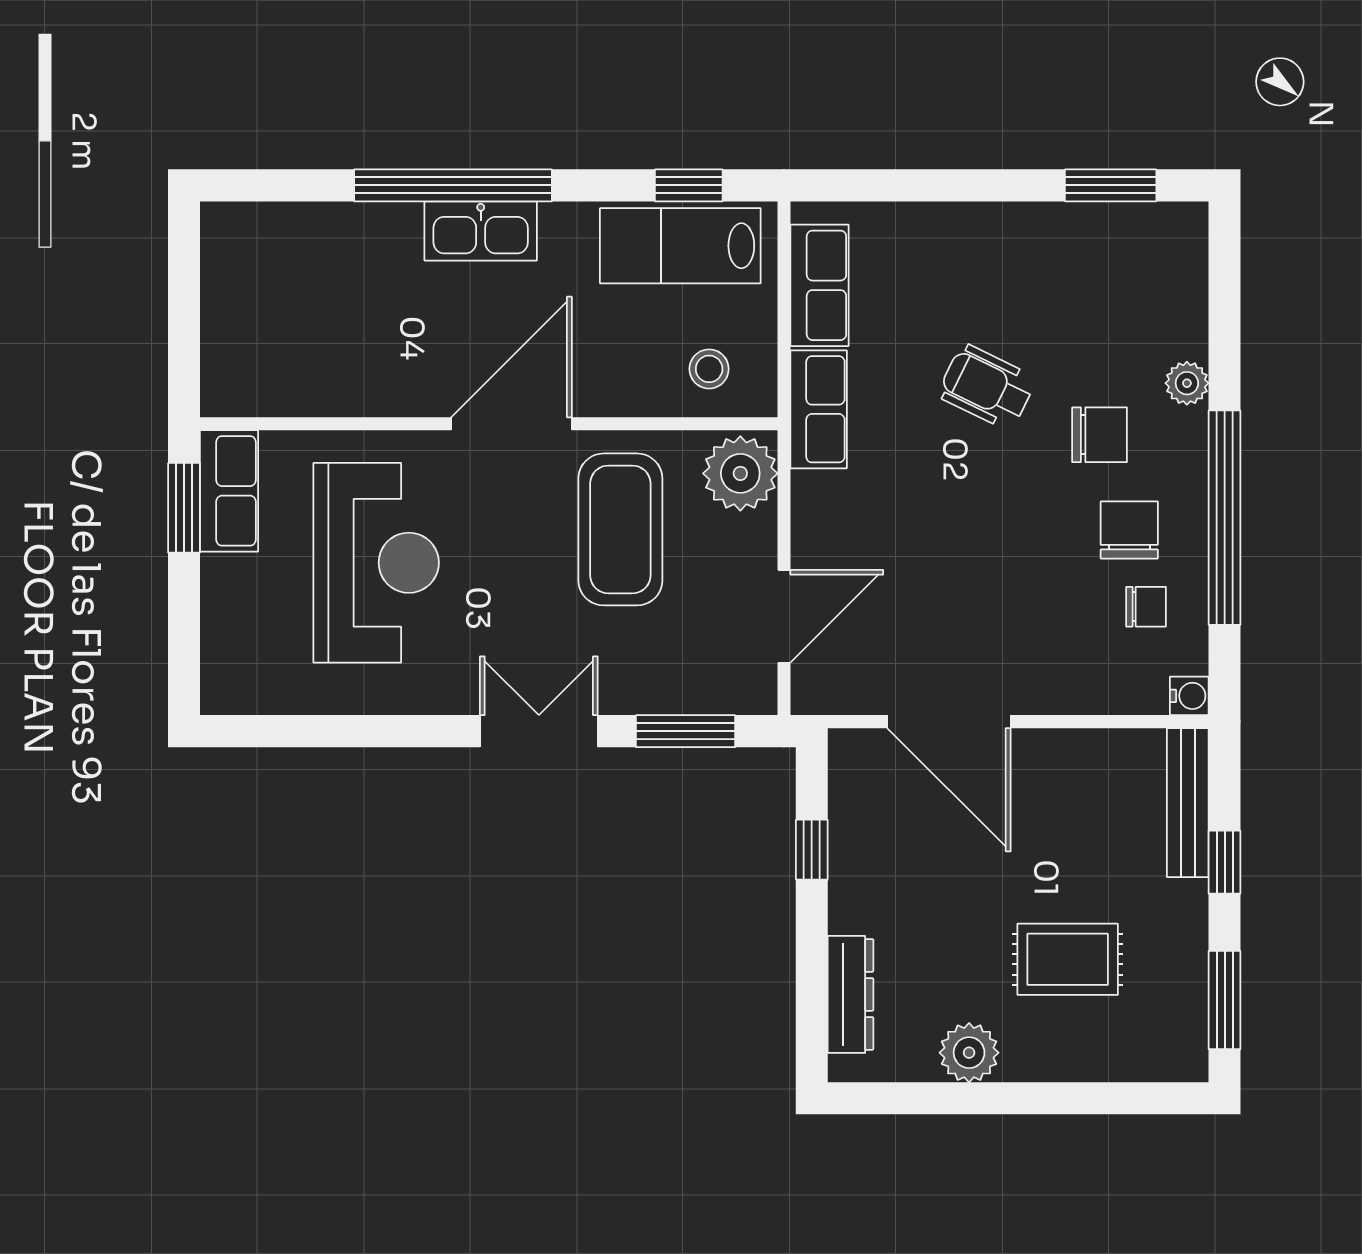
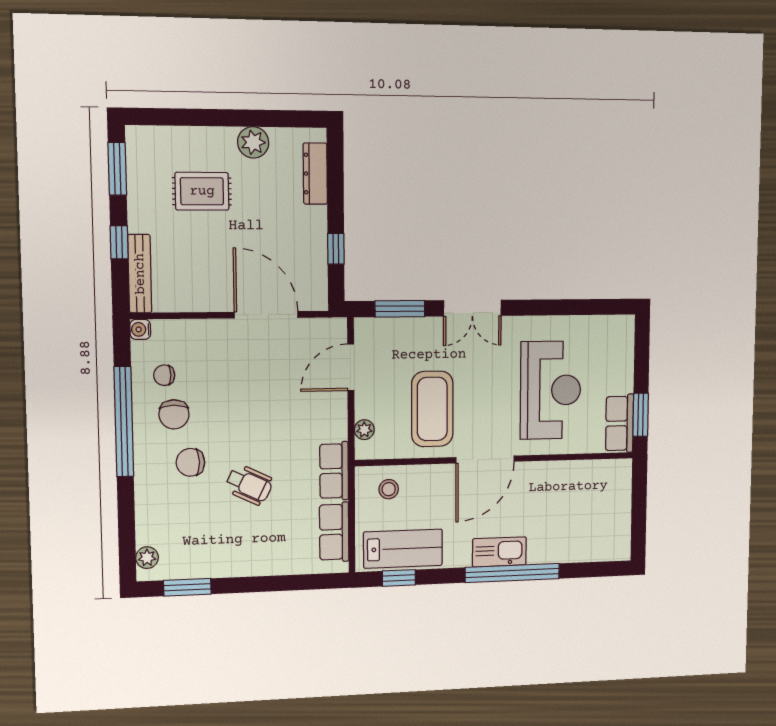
plant: (1187, 383) -> (147, 558), moved
plant: (740, 473) -> (364, 430), width x0.53, depth x0.53
reception desk: (376, 563) -> (551, 390), turned 180

